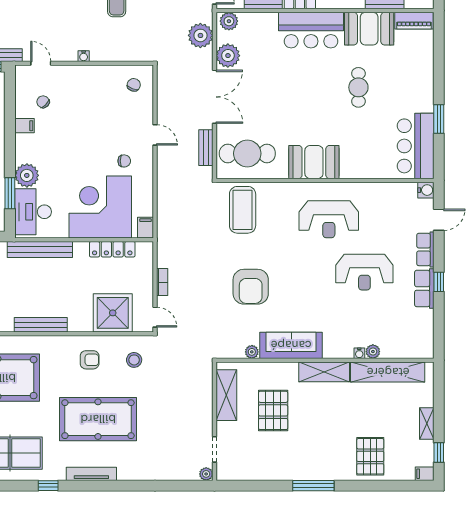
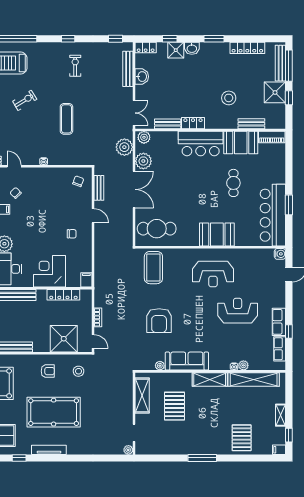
bar counter: (416, 146) -> (273, 215), width x1.36
bench: (206, 148) -> (99, 188), moved
booth: (314, 162) -> (217, 235), moved
corner desk: (100, 207) -> (49, 271), width x0.74, depth x0.74
row of seats: (425, 249) -> (280, 349), moved
reception desk: (364, 272) -> (238, 311), turned 180
window: (439, 282) -> (289, 332), moved

